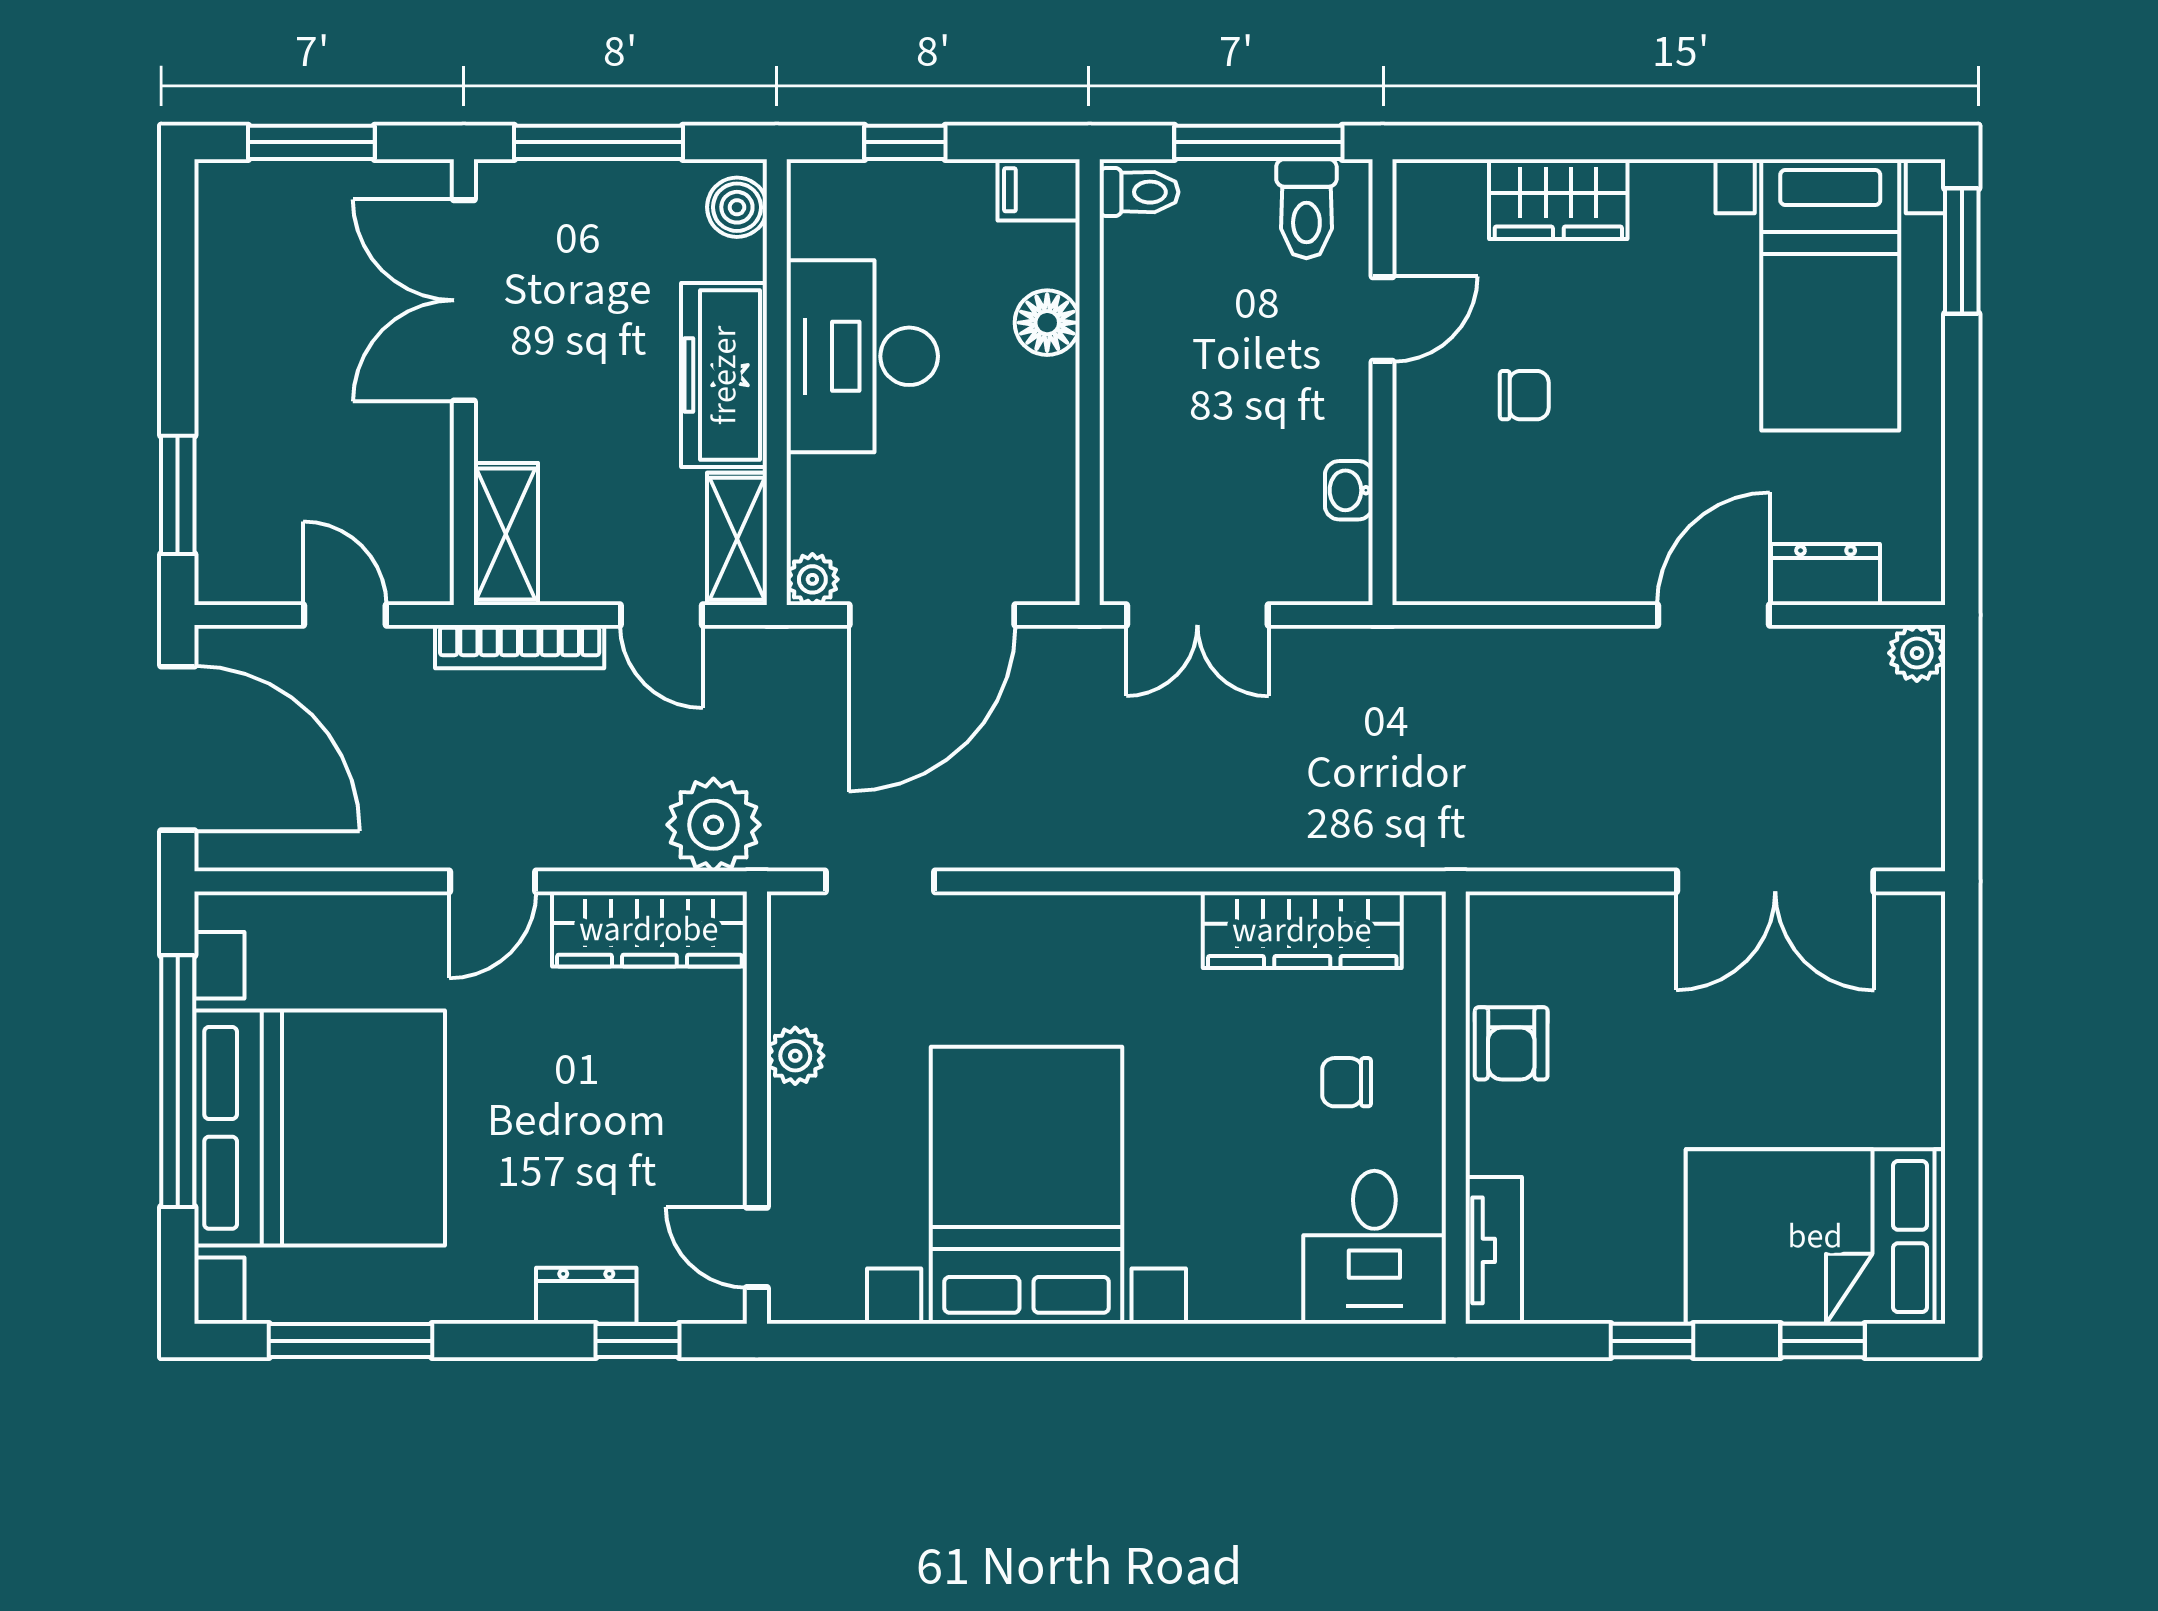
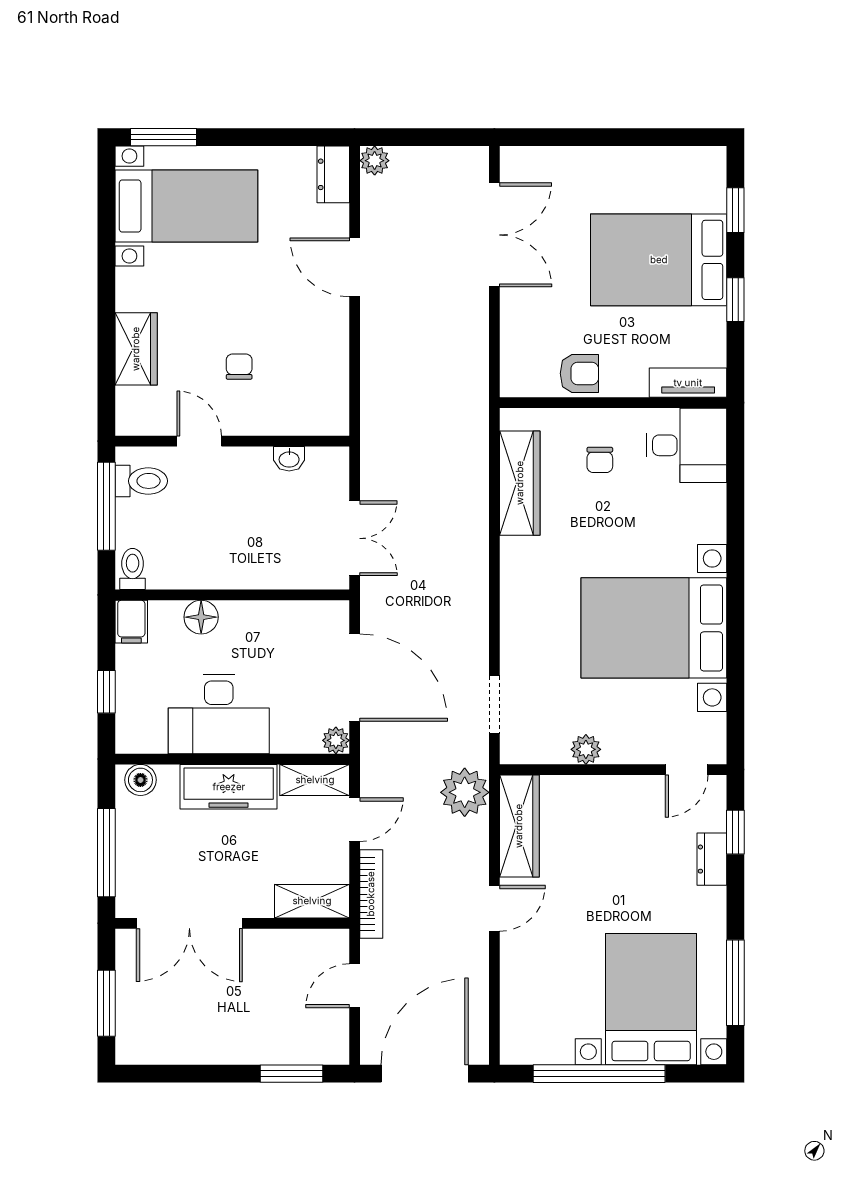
dresser: (1826, 574) -> (333, 174), moved
door: (493, 881) -> (494, 908), hinge flipped
bed with nightstands: (320, 1128) -> (651, 999), width x0.73
bed: (1815, 1236) -> (659, 260), moved, turned 90

